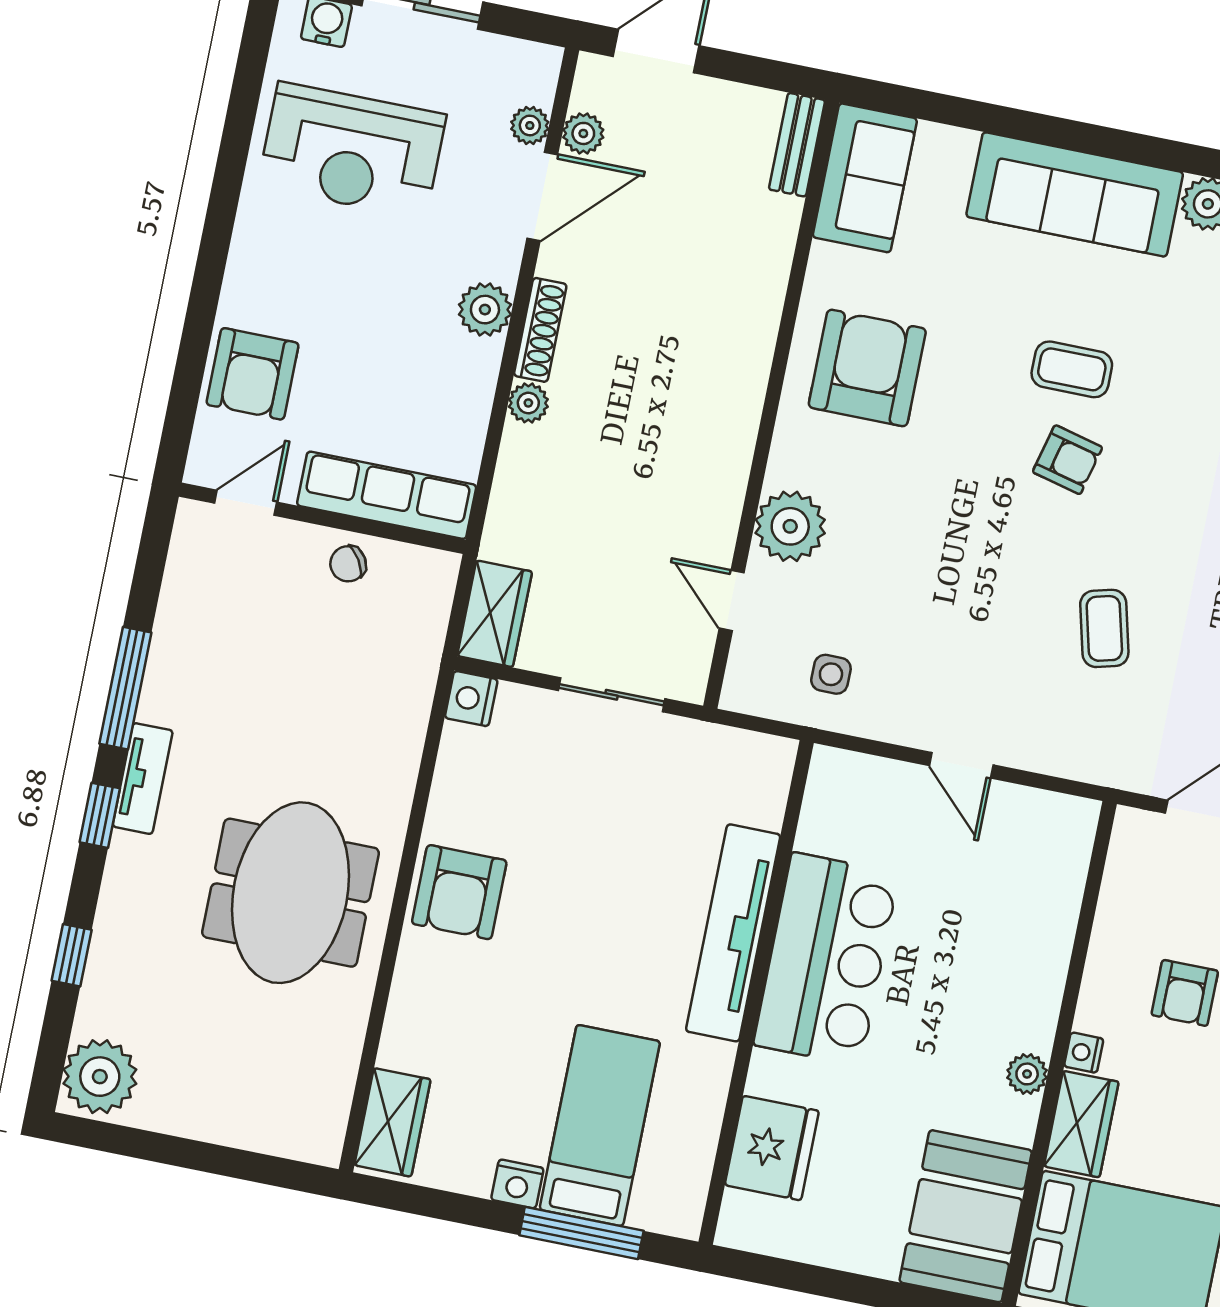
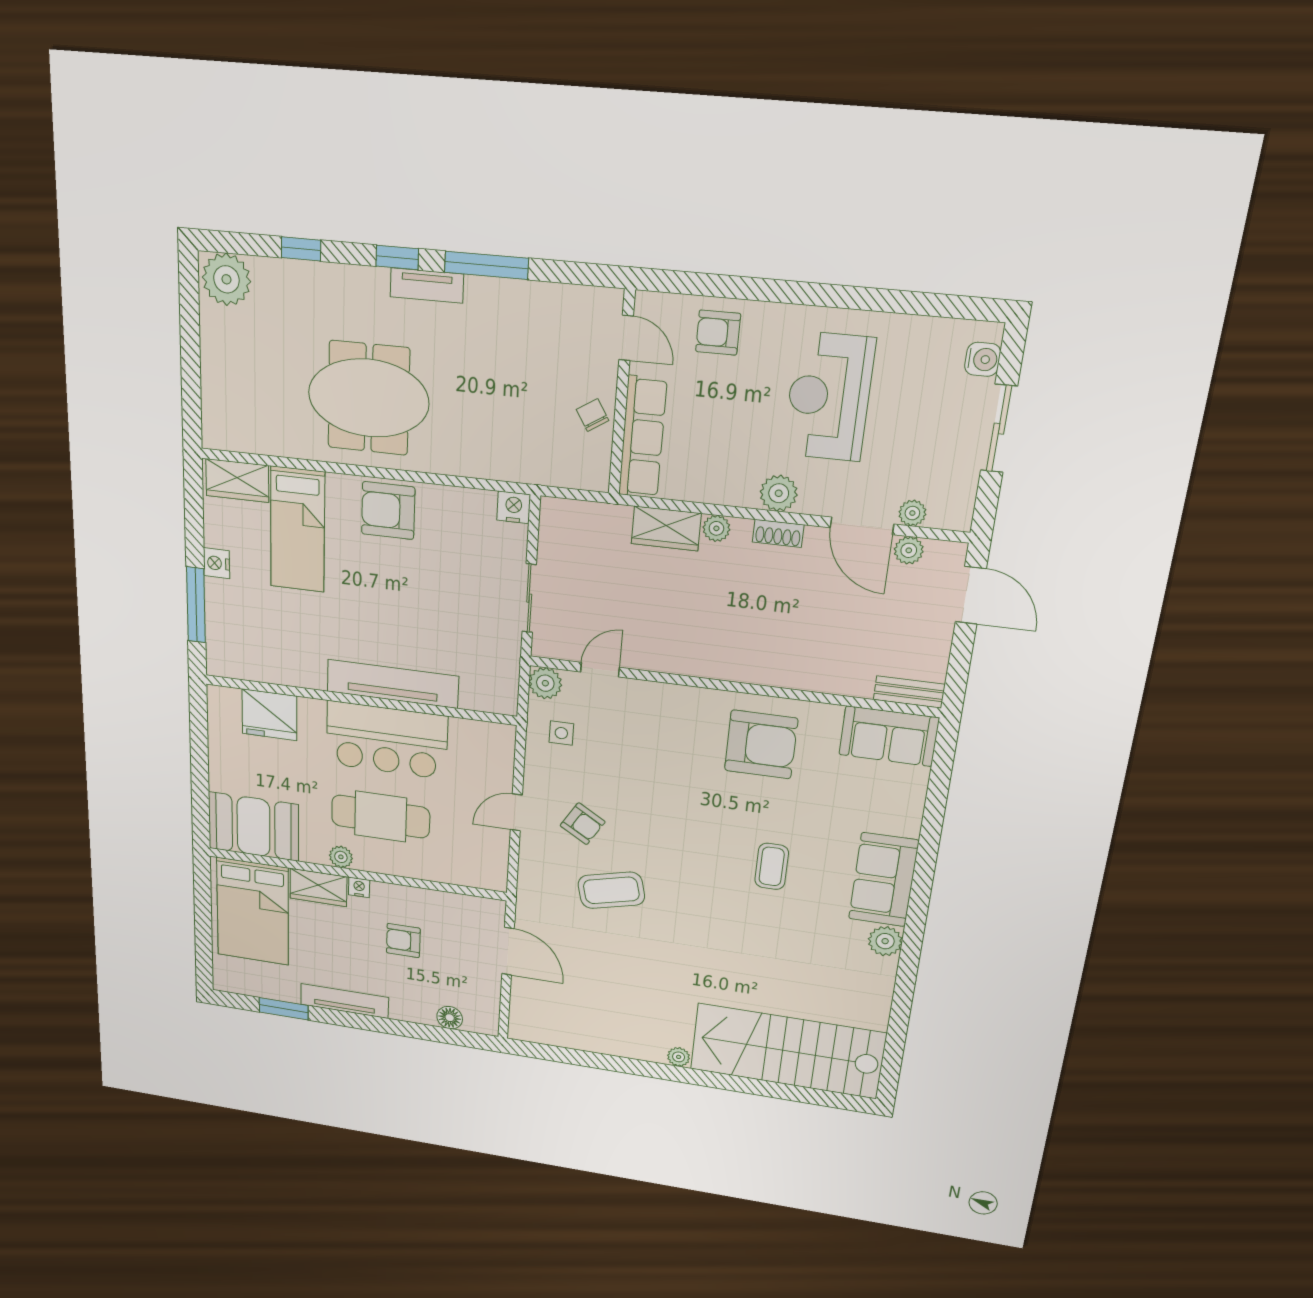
reception desk: (352, 150) -> (829, 397), moved
sofa: (1075, 194) -> (884, 880), width x0.73
shoe rack: (540, 330) -> (778, 533), width x0.70
armchair: (253, 374) -> (718, 333), width x0.72, depth x0.72
armchair: (1068, 460) -> (583, 824), moved, turned -73
plant: (790, 526) -> (545, 683), moved, width x0.73, depth x0.73
wardrobe: (495, 614) -> (666, 528), moved
coffee table: (1104, 628) -> (611, 890), width x1.36, depth x1.30
cafe table: (958, 993) -> (381, 816), added
bed: (600, 1125) -> (298, 530), moved, turned 90

